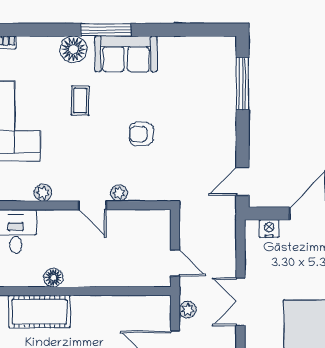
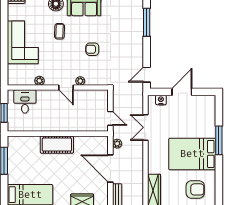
floor lamp: (53, 278) -> (45, 126), removed
double door: (240, 302) -> (146, 127), moved
cot: (39, 312) -> (57, 145), moved

